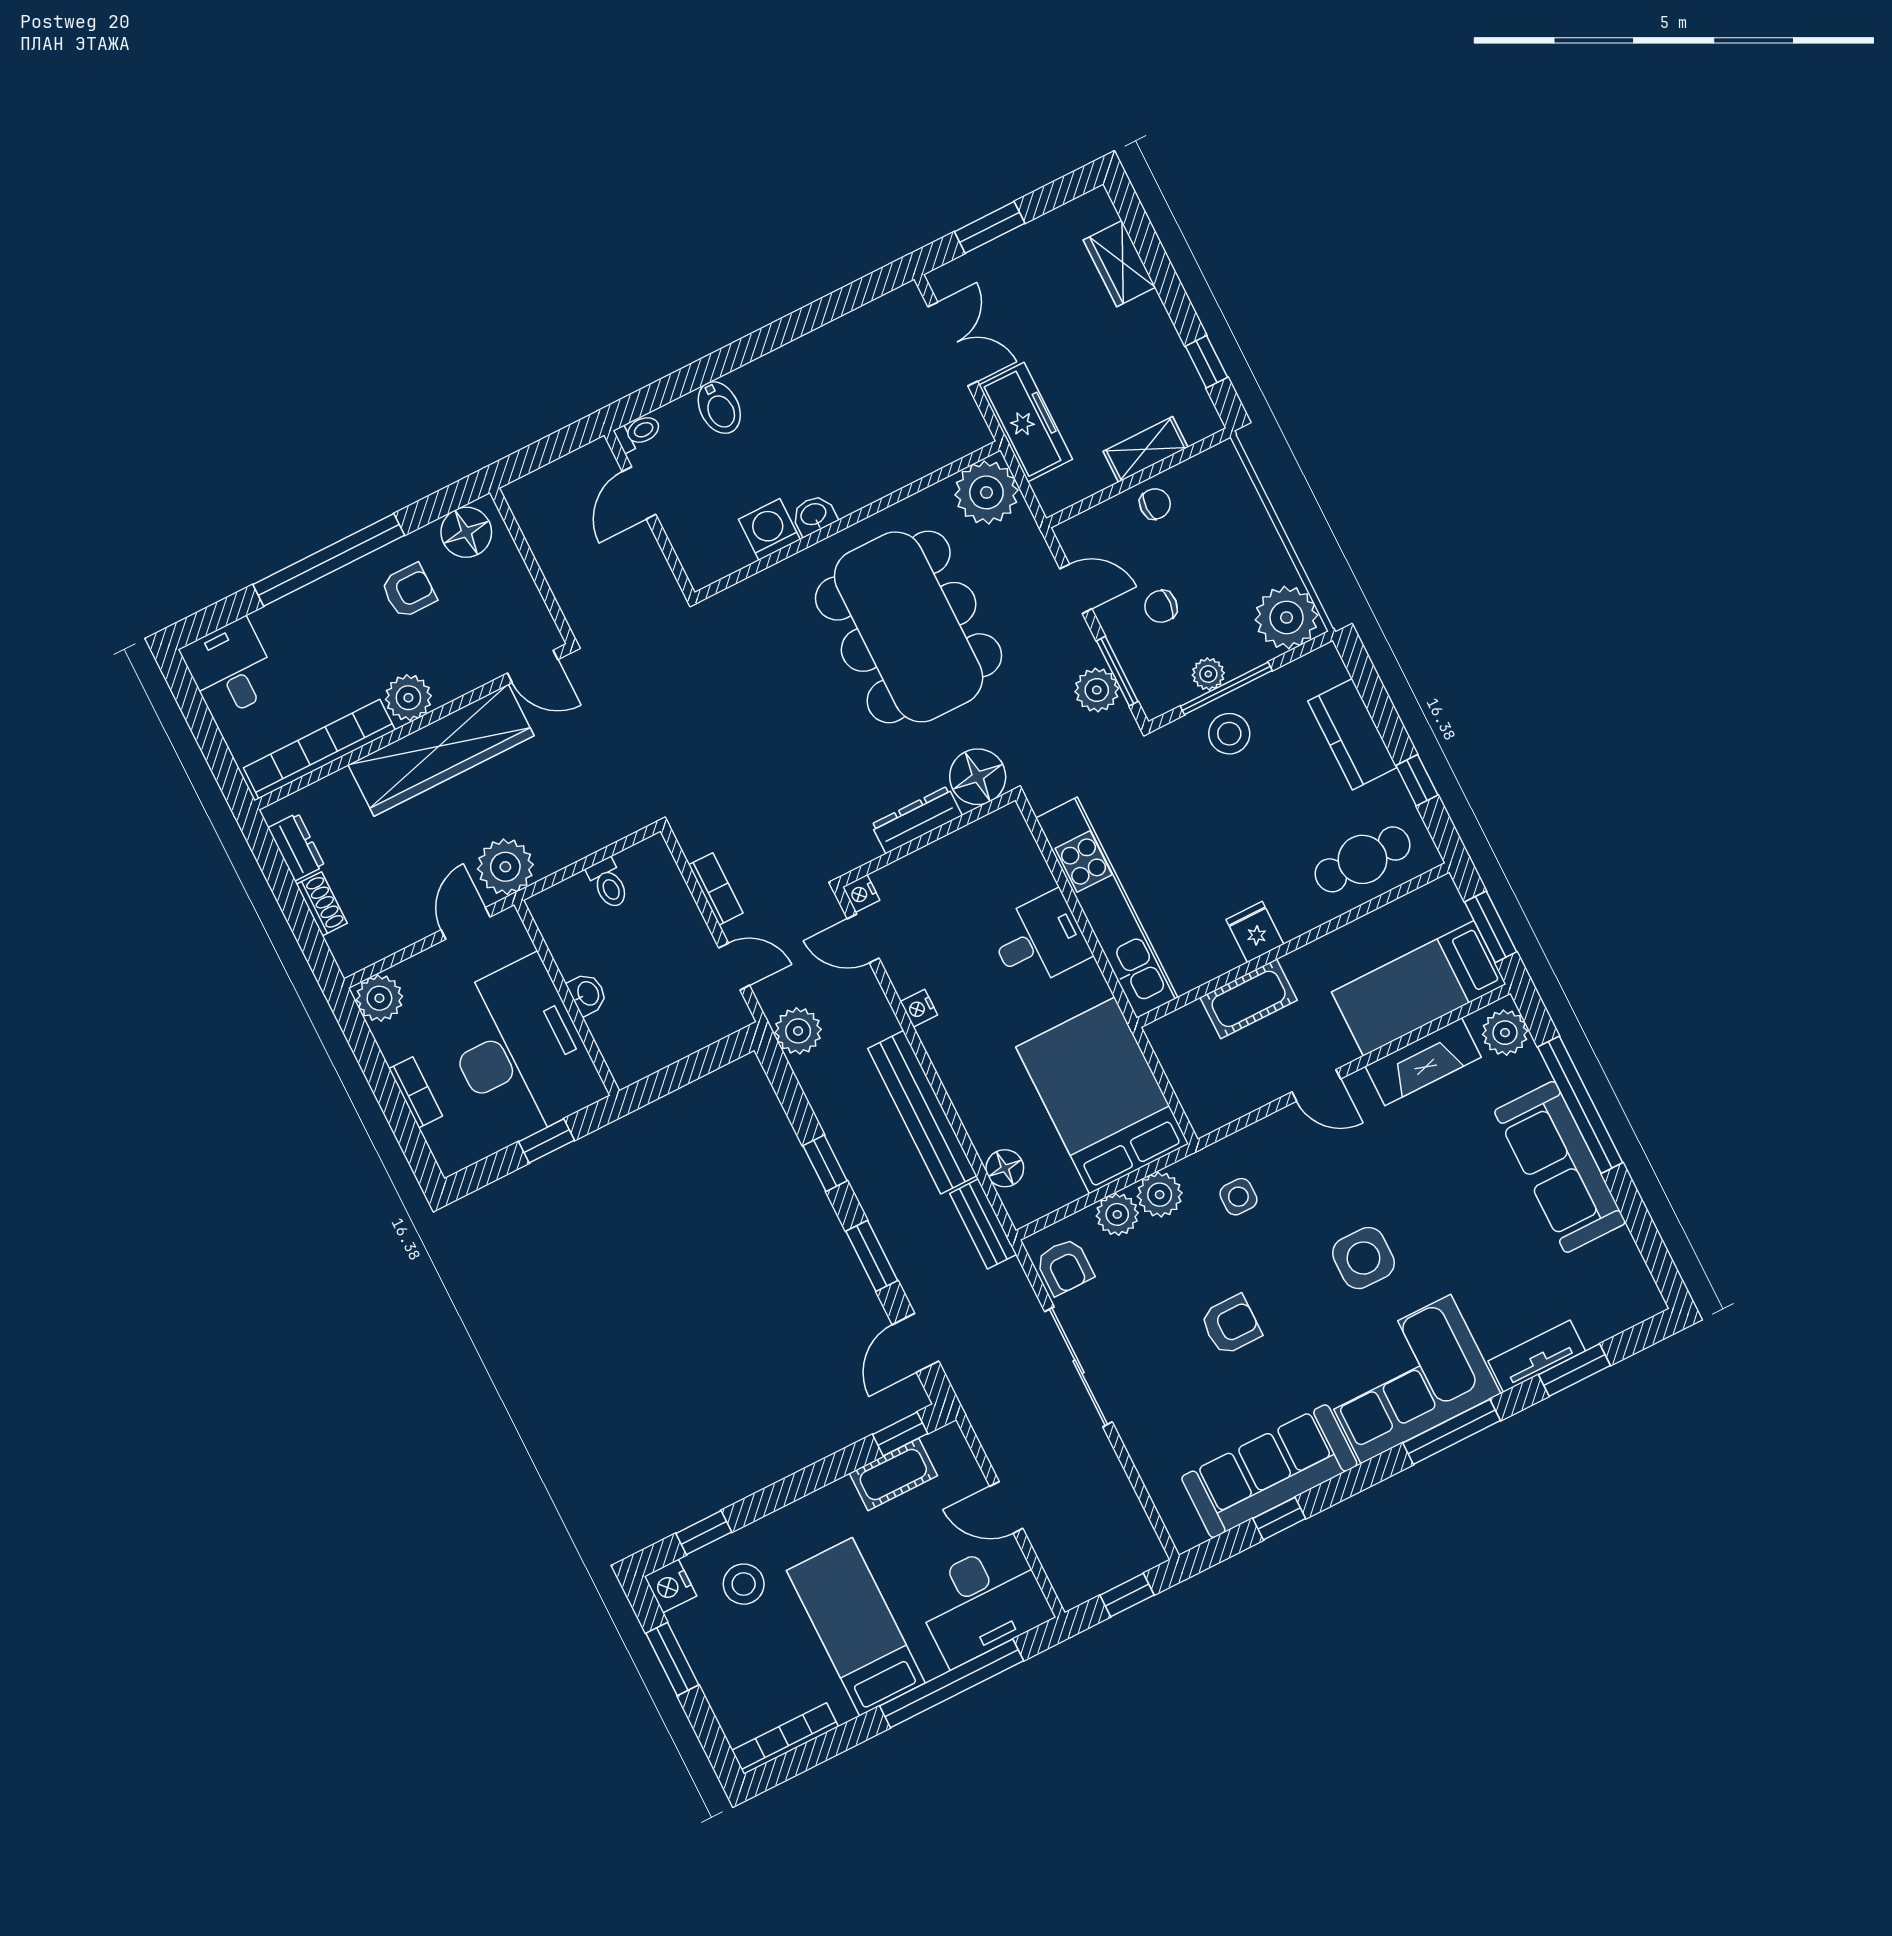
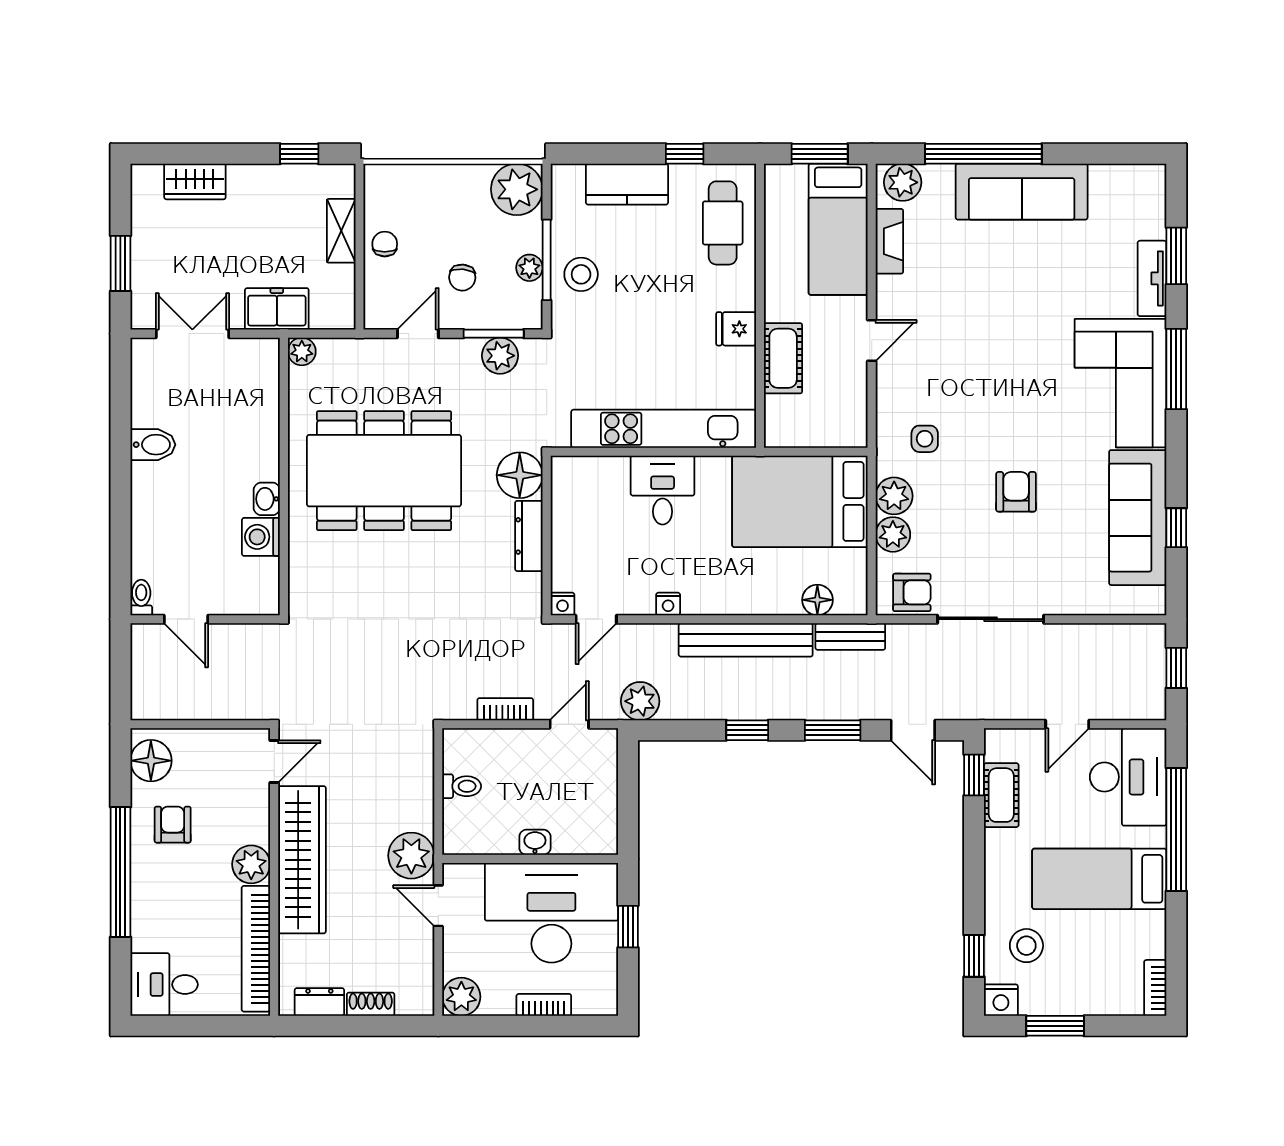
bidet: (719, 408) -> (153, 445), moved
freezer: (1026, 422) -> (277, 309), width x0.71
plant: (986, 492) -> (302, 351), width x0.53, depth x0.53
fireplace: (1423, 1062) -> (889, 241), width x0.73, depth x0.76
side table: (1363, 1258) -> (1016, 370), removed
bookcase: (785, 1738) -> (1155, 988), width x0.64

